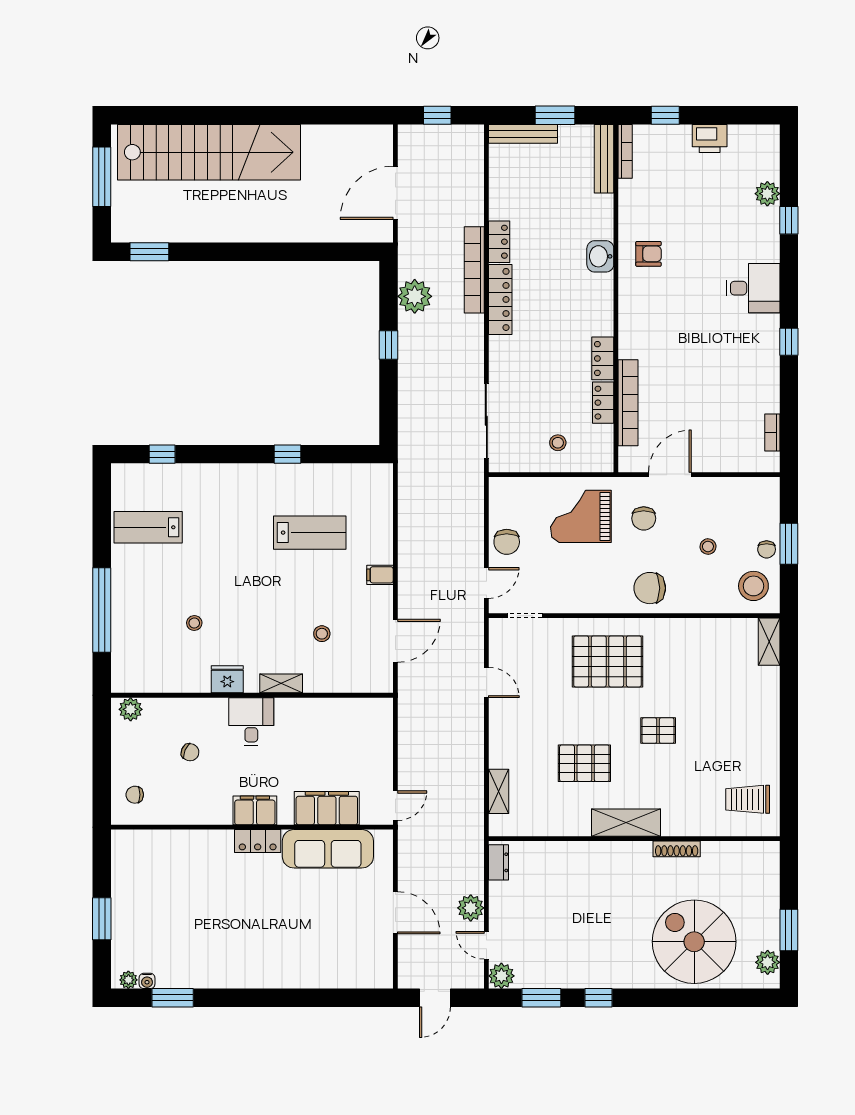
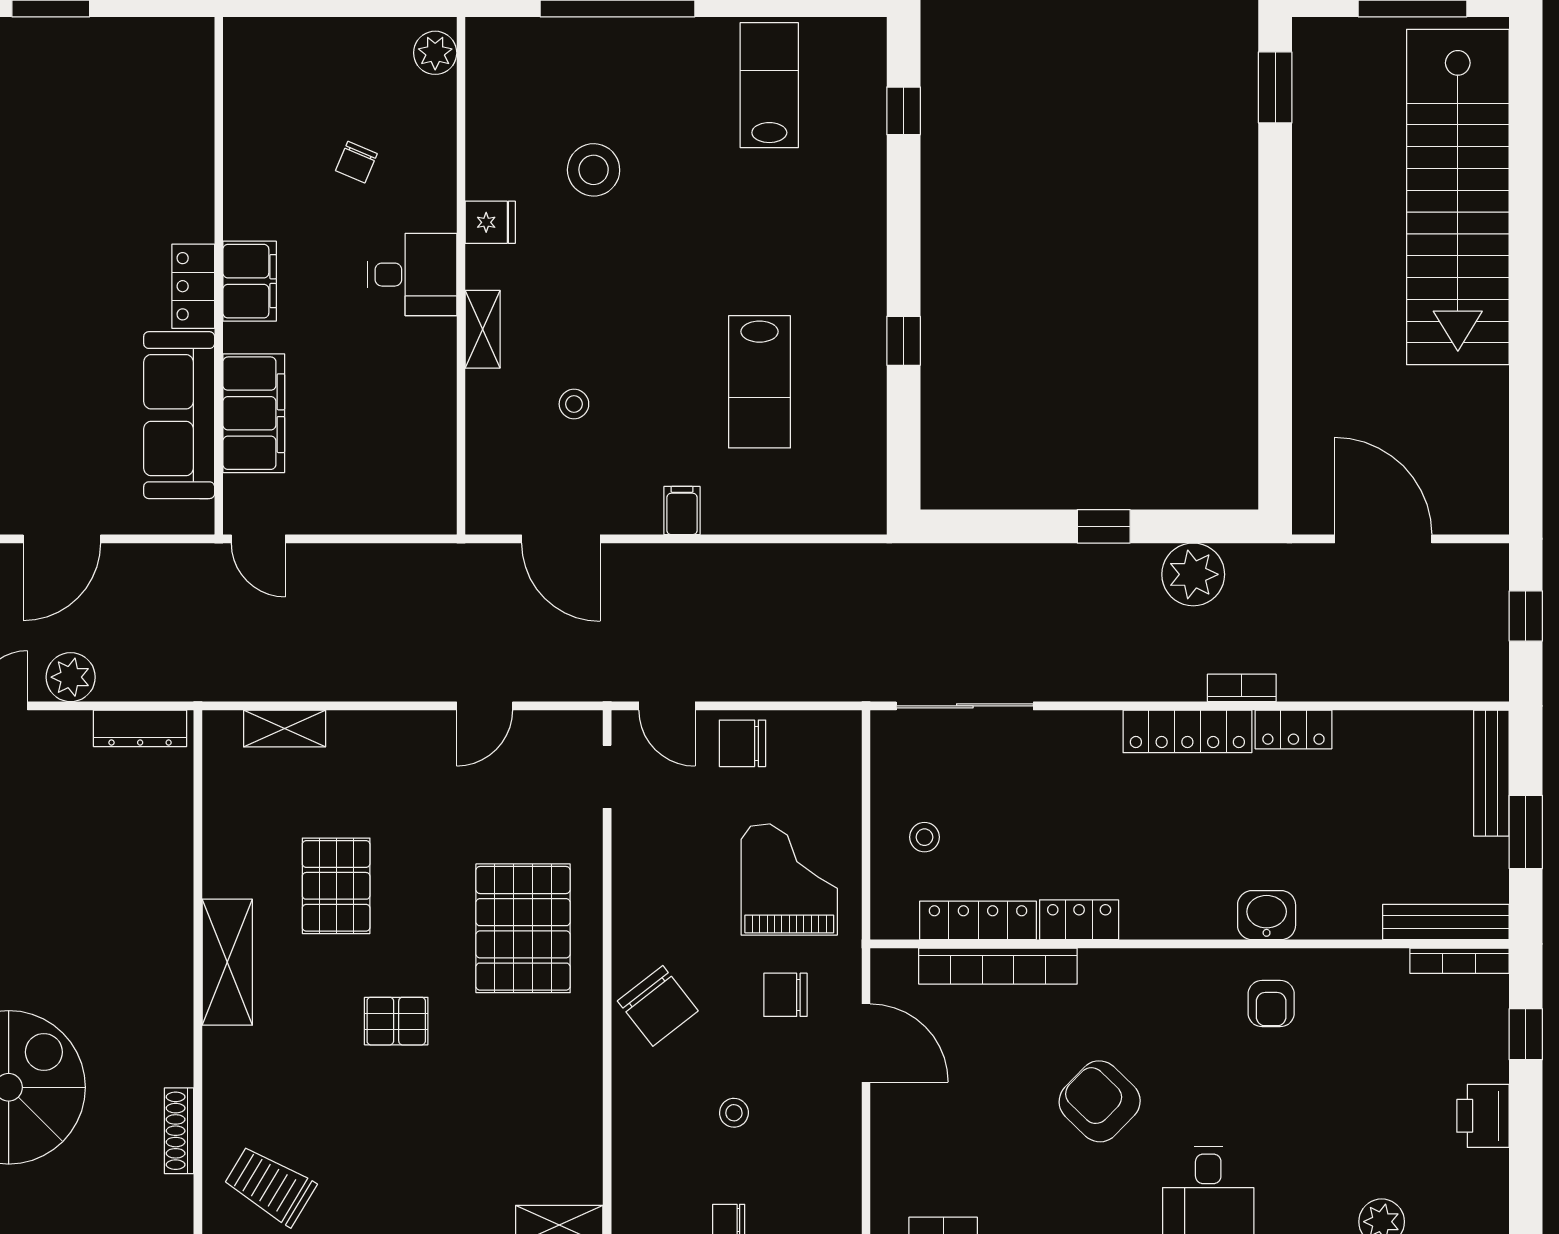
bookcase: (474, 270) -> (1242, 688), width x0.43, depth x0.76
armchair: (702, 347) -> (1100, 1101), added
locker: (603, 403) -> (978, 920), width x1.53
stool: (753, 586) -> (662, 1196), removed
chair: (650, 588) -> (658, 1006), turned 142
stool: (194, 623) -> (594, 170), width x1.89, depth x1.89
fridge: (227, 679) -> (490, 222), width x0.72
pallet: (658, 731) -> (396, 1021), turned 90
chair: (135, 795) -> (278, 61), removed
trolley: (748, 799) -> (270, 1186), turned -59
shoe rack: (677, 849) -> (179, 1131), moved
dresser: (499, 862) -> (140, 728), width x1.44

